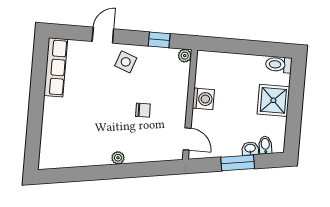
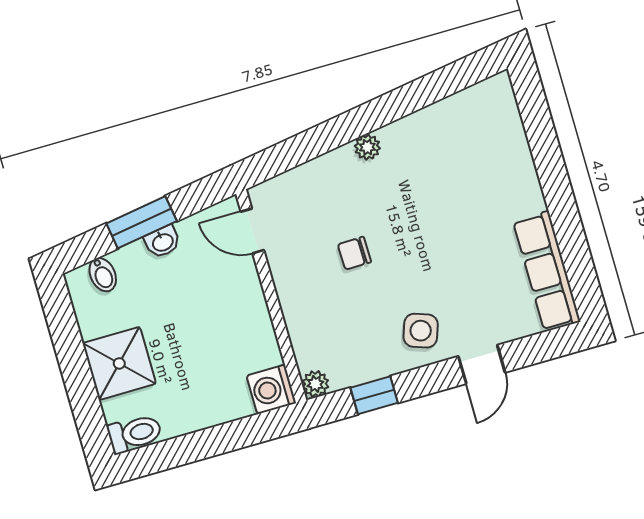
washing machine: (203, 99) -> (271, 389), moved
washbasin: (250, 149) -> (163, 242), moved

